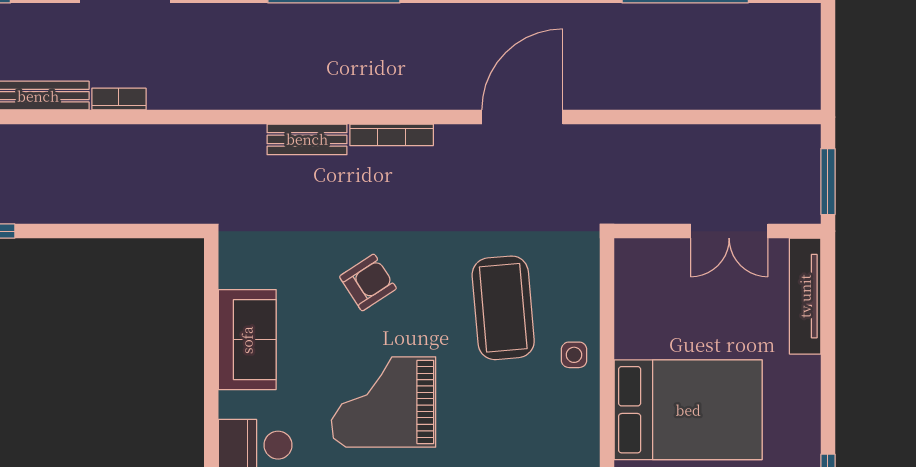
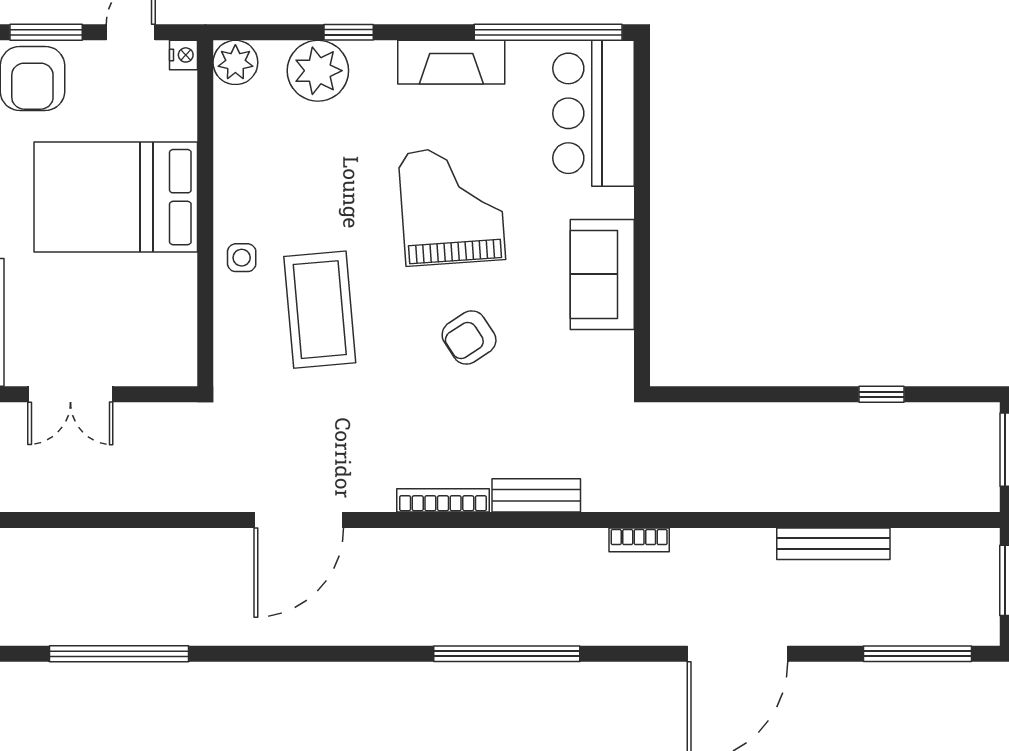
bookcase: (119, 99) -> (639, 540), moved
double door: (729, 231) -> (70, 394), swing flipped
grand piano: (384, 402) -> (452, 206), turned -94

